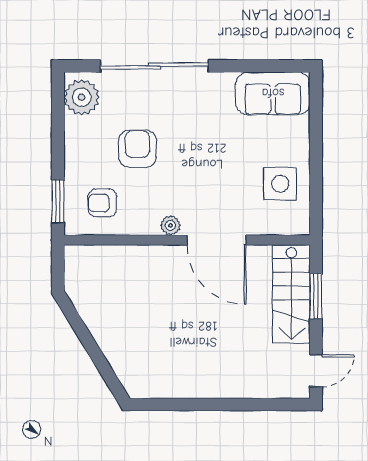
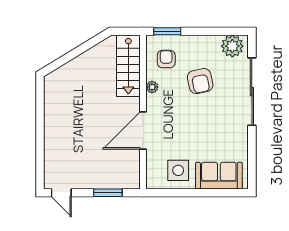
sofa: (273, 93) -> (219, 176), moved, turned 90
armchair: (137, 149) -> (200, 81), turned 78
plant: (170, 225) -> (152, 87), moved
stairs: (291, 294) -> (128, 66), moved, turned -90

